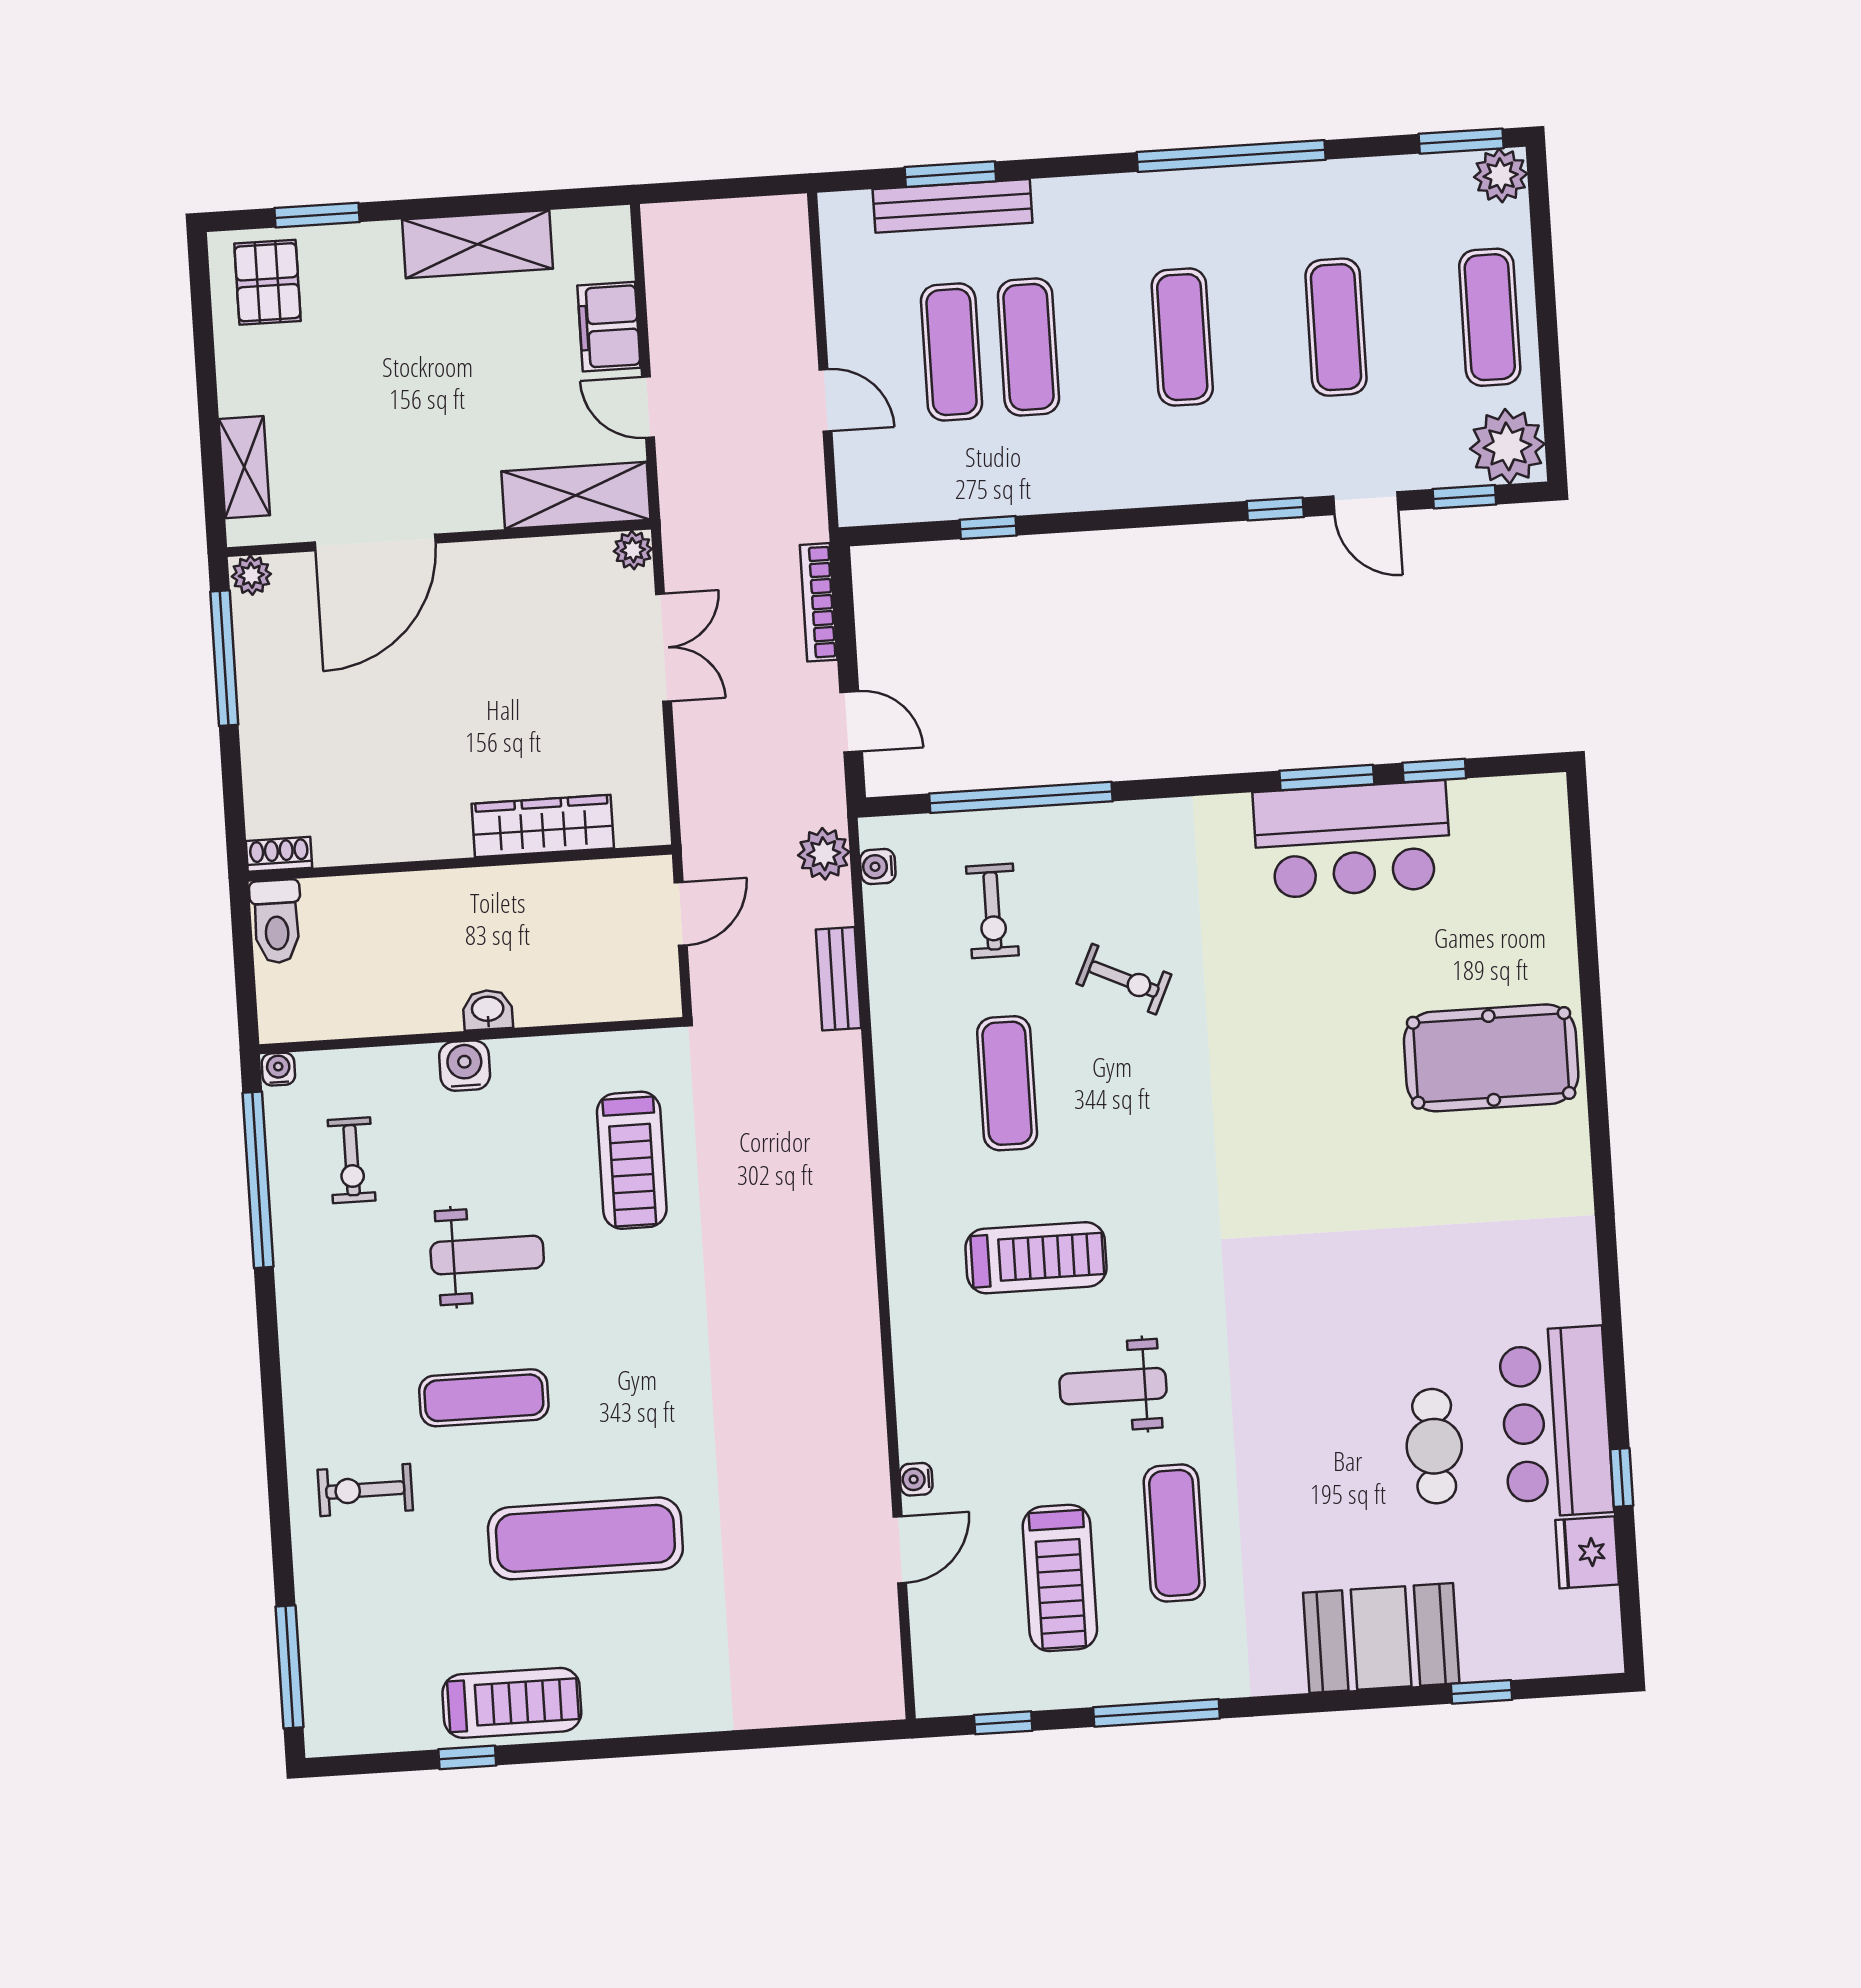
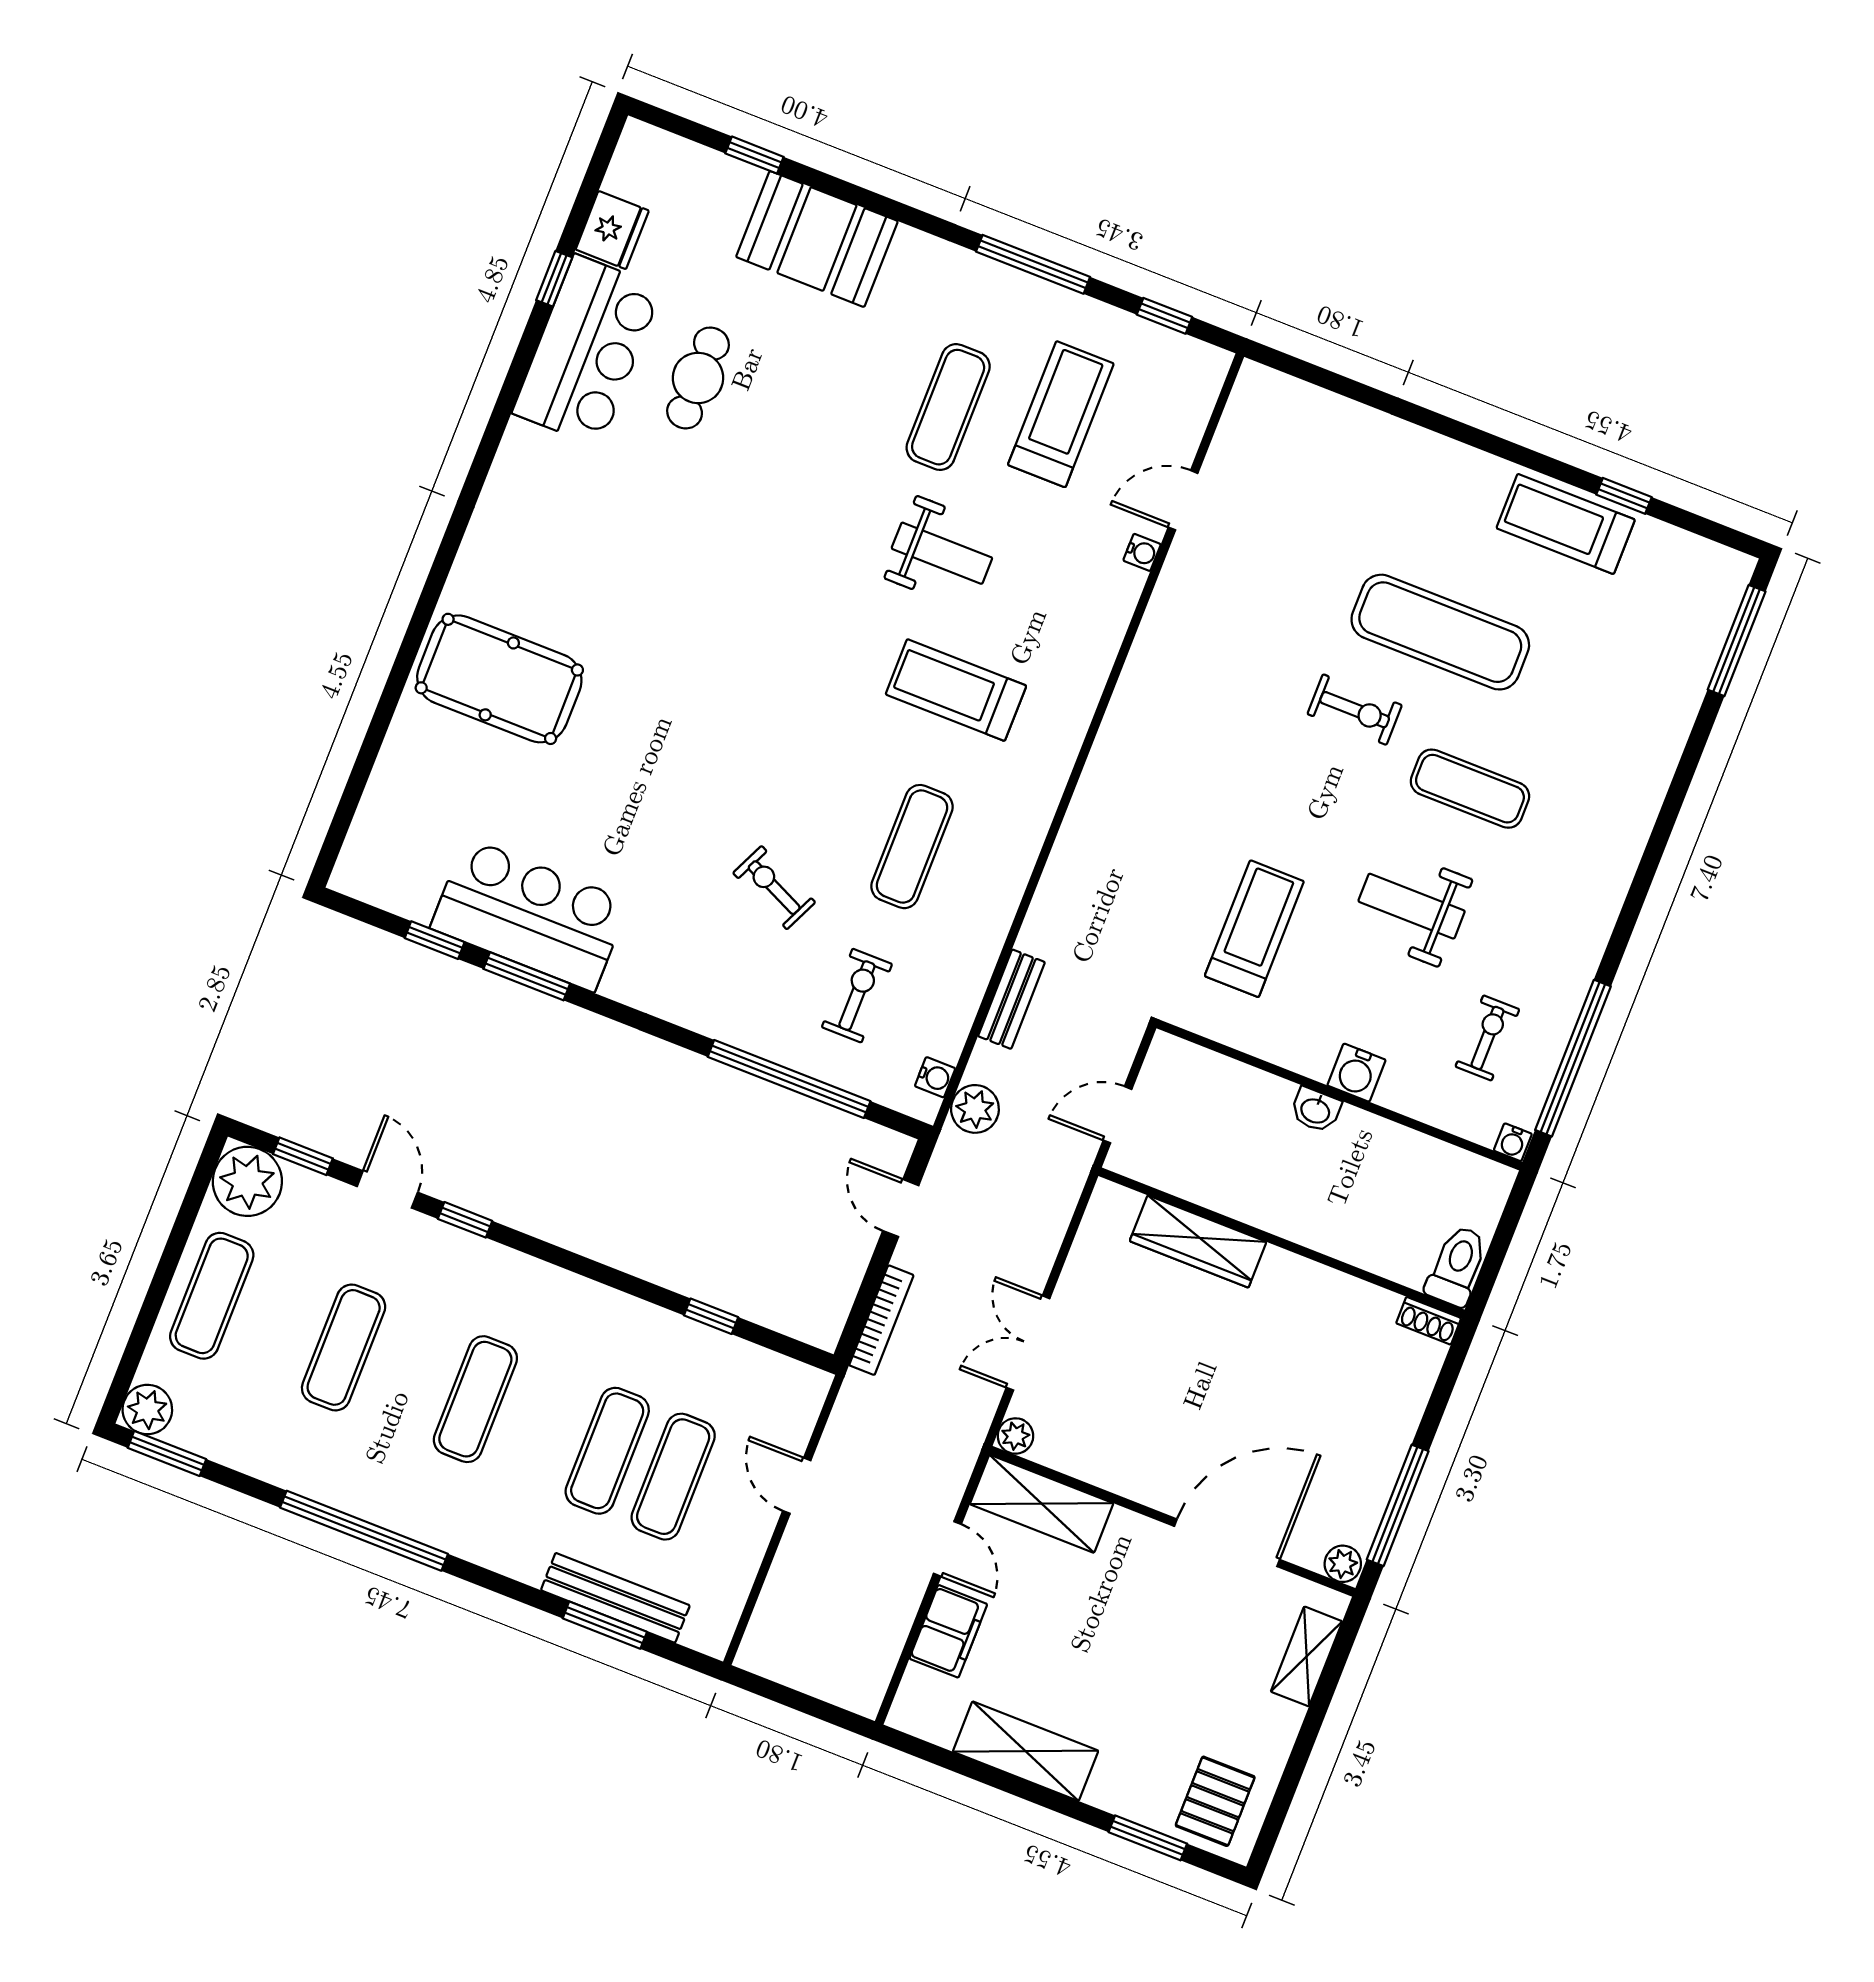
exercise bike: (365, 1490) -> (1355, 710), moved

